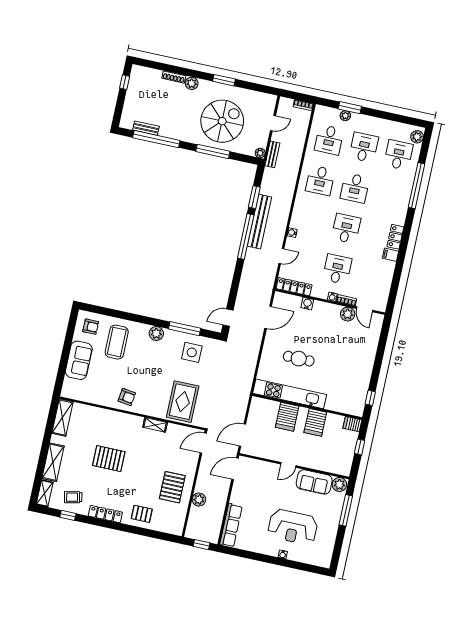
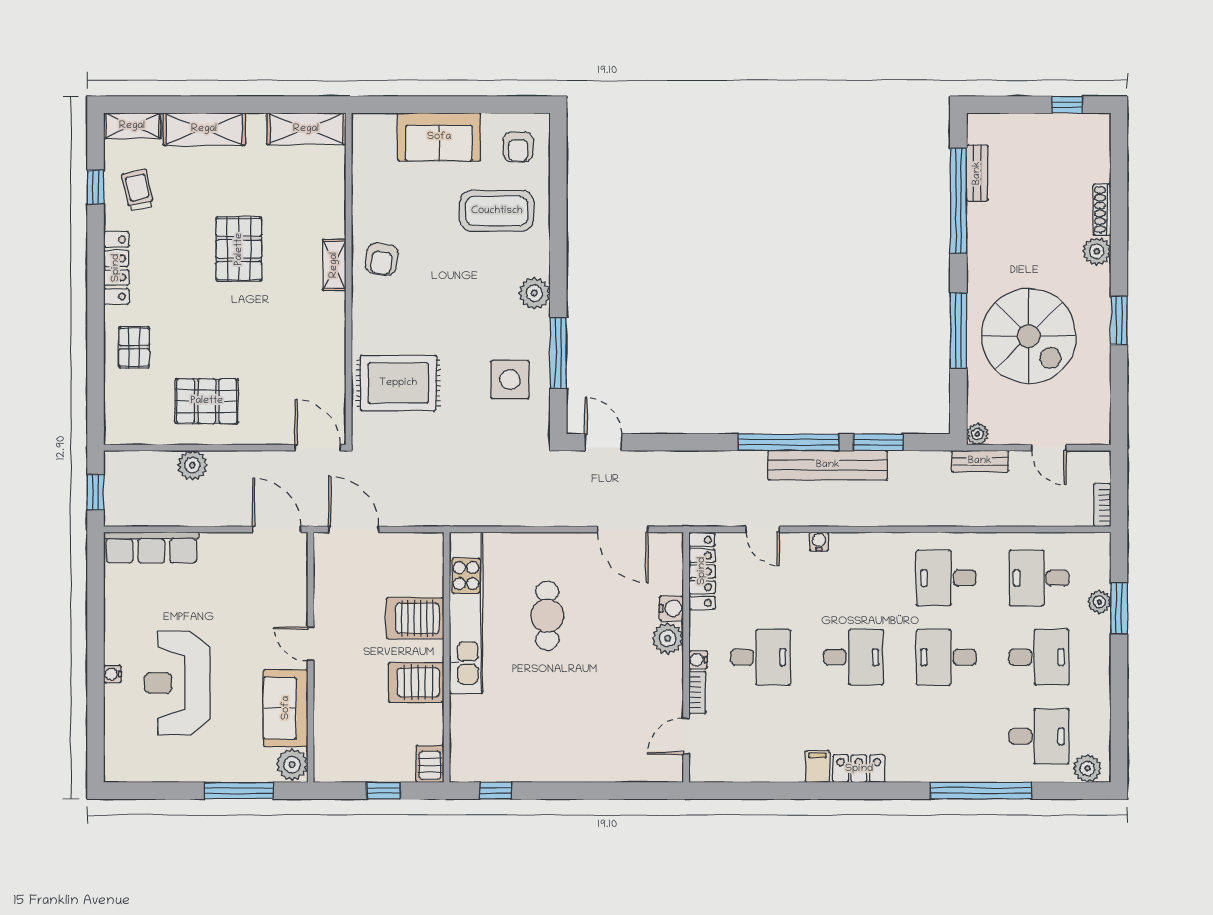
plant: (348, 314) -> (668, 638), moved
shelving: (155, 425) -> (334, 265), moved

